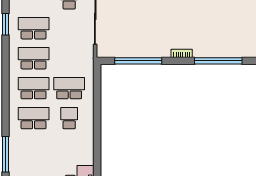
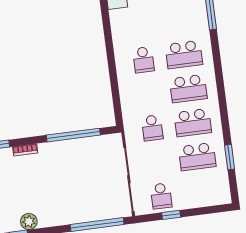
school desk: (69, 88) -> (152, 128), moved, width x0.54

